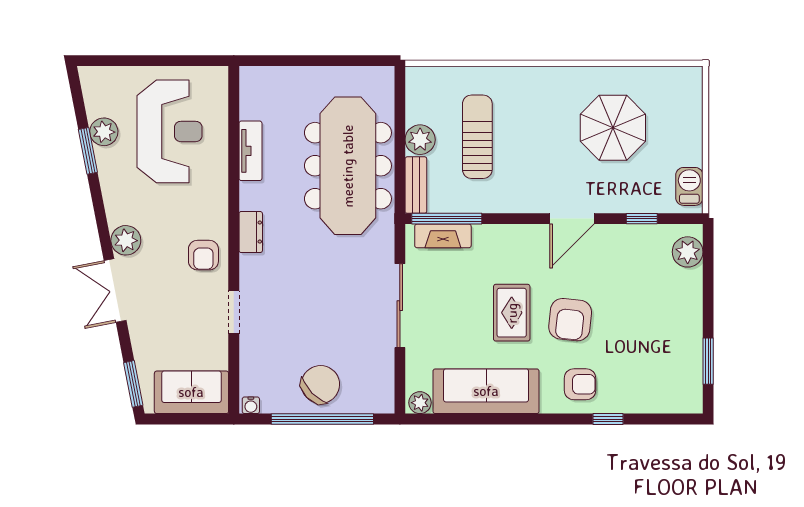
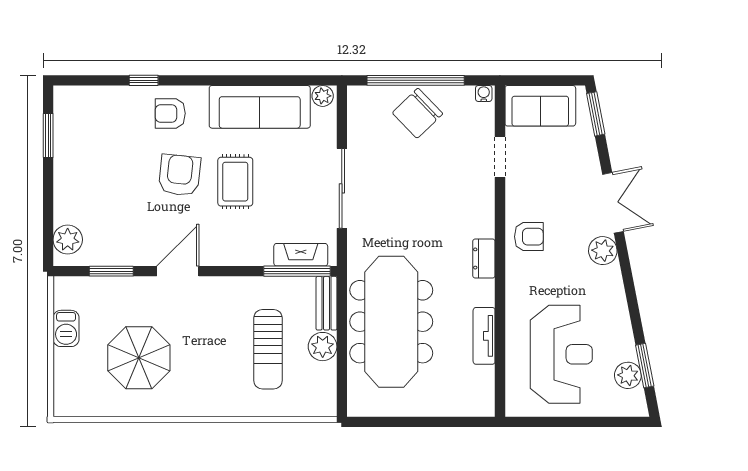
reception desk: (169, 131) -> (561, 354), turned 180
plant: (104, 132) -> (628, 375), moved
window: (88, 151) -> (645, 366), moved
barbecue: (689, 186) -> (66, 328), moved
window: (642, 219) -> (111, 271), width x1.50
armchair: (203, 255) -> (529, 237), turned 90
doorway: (234, 312) -> (500, 157), moved

